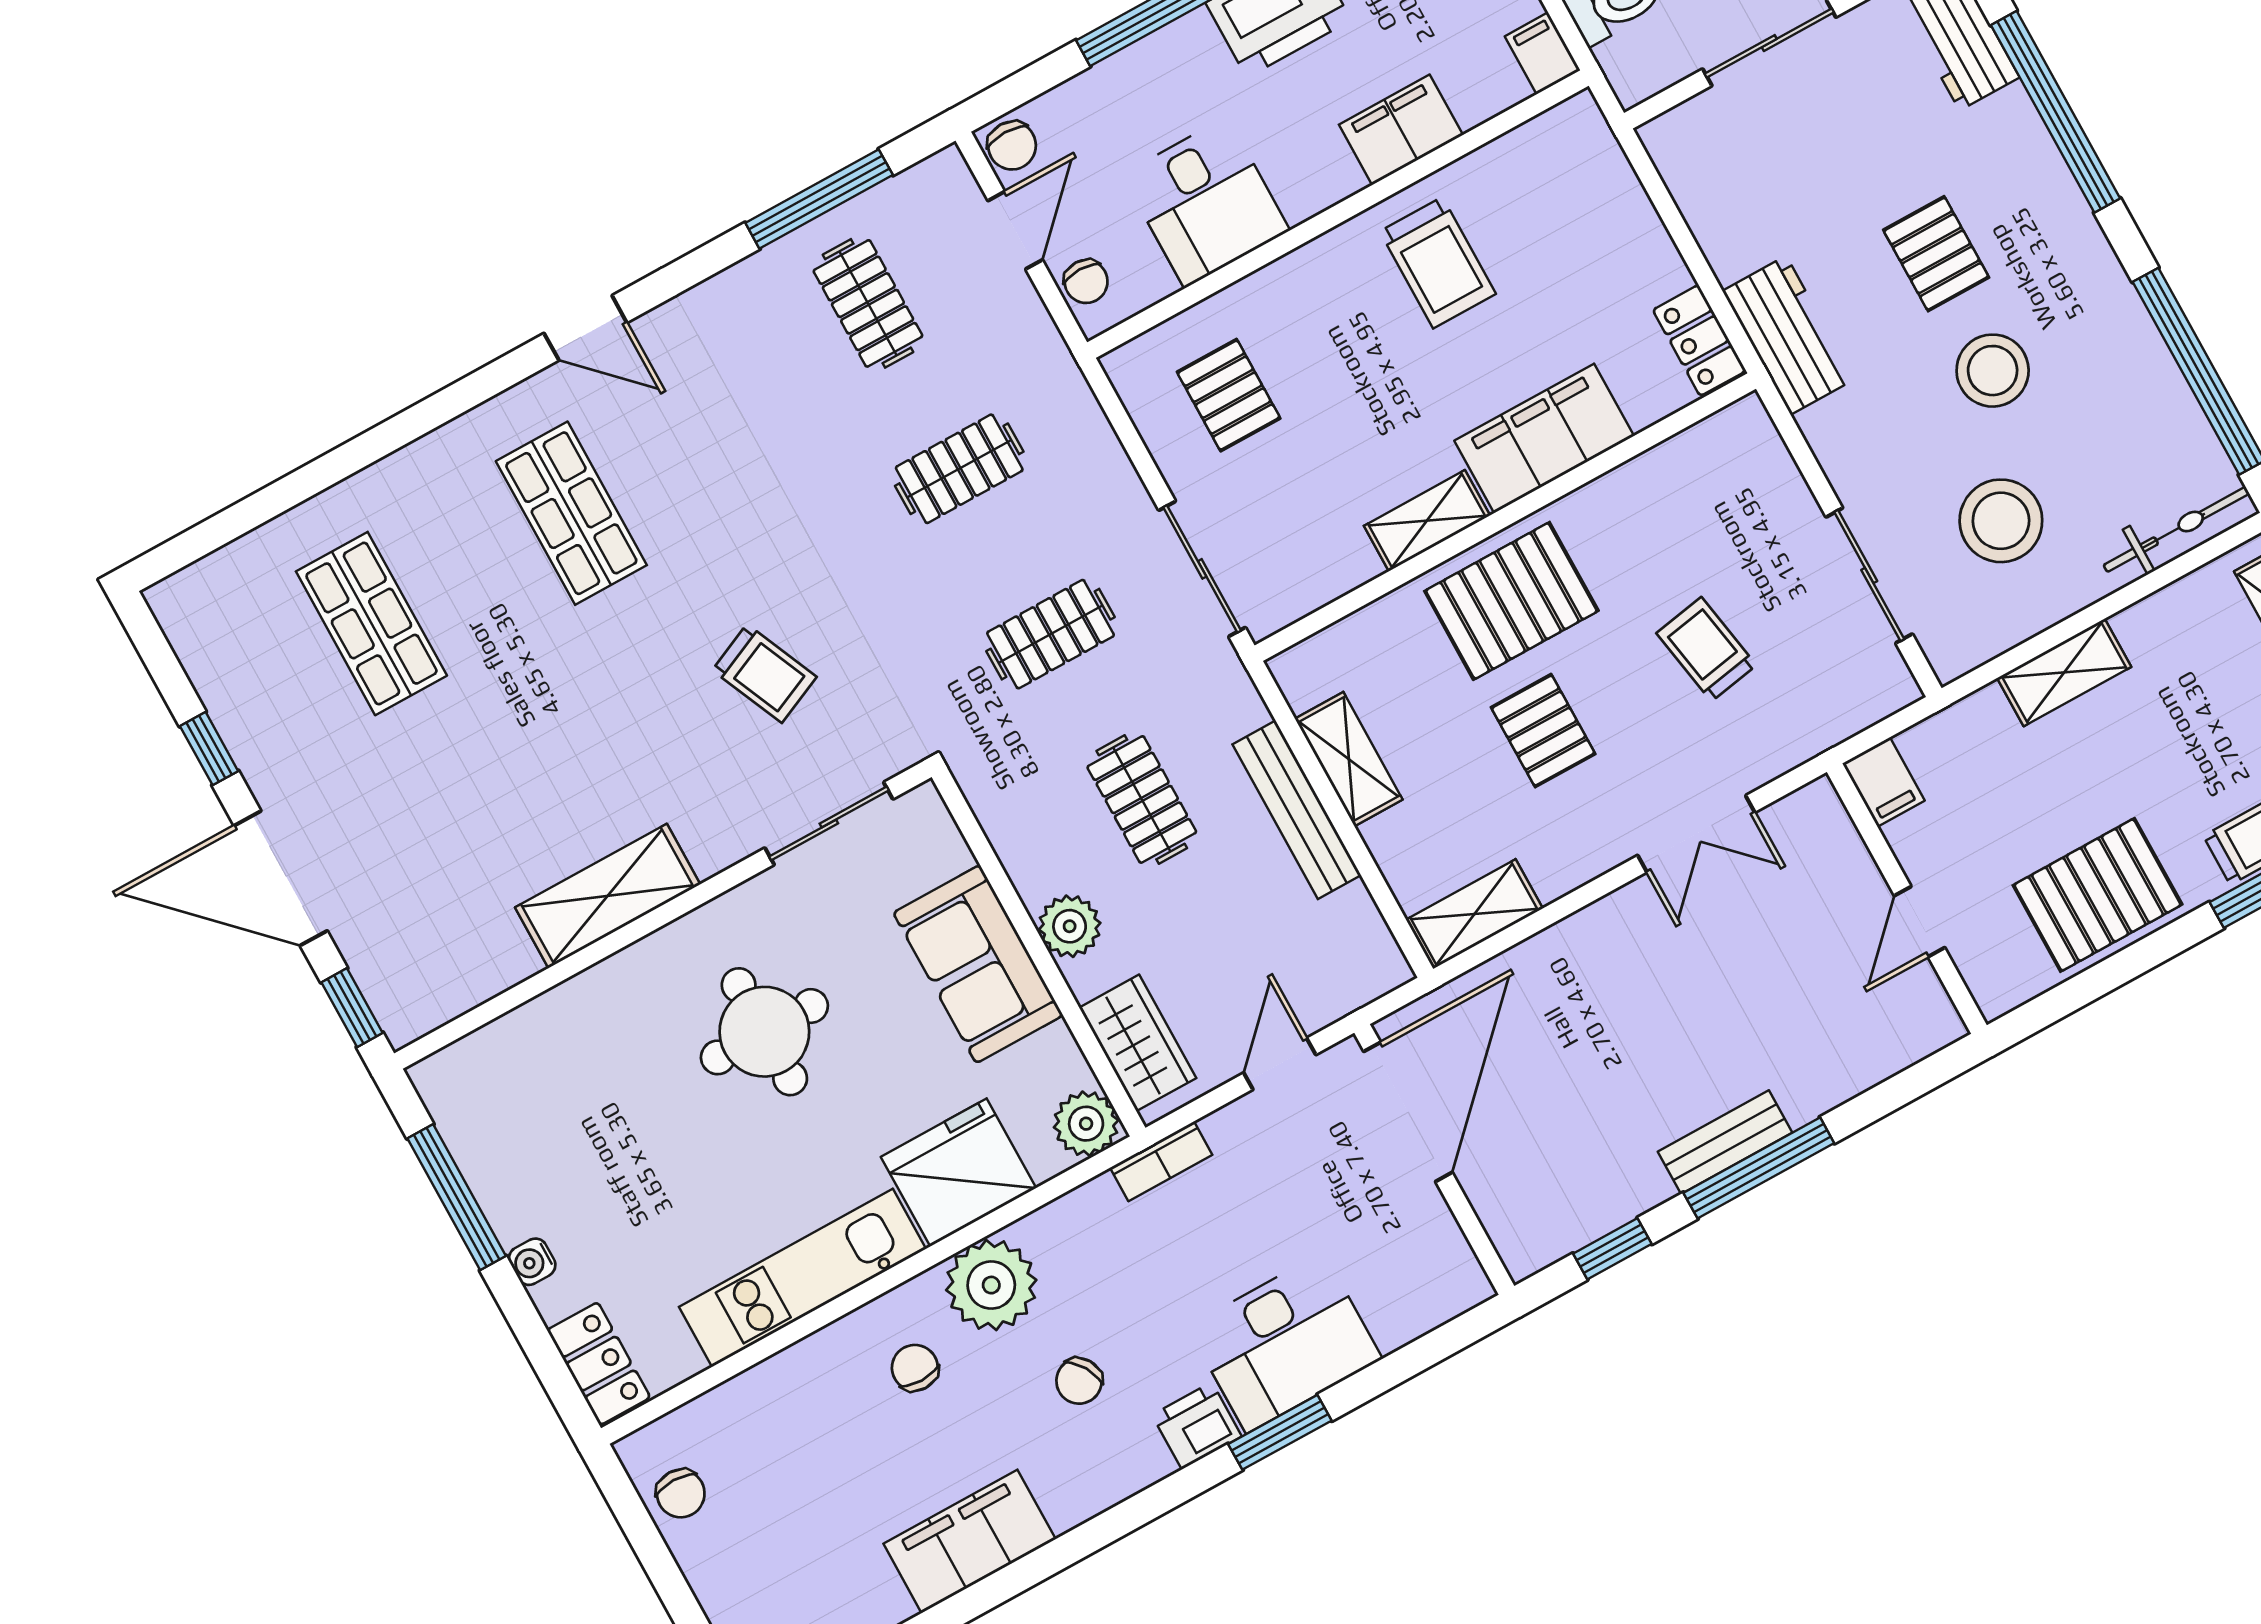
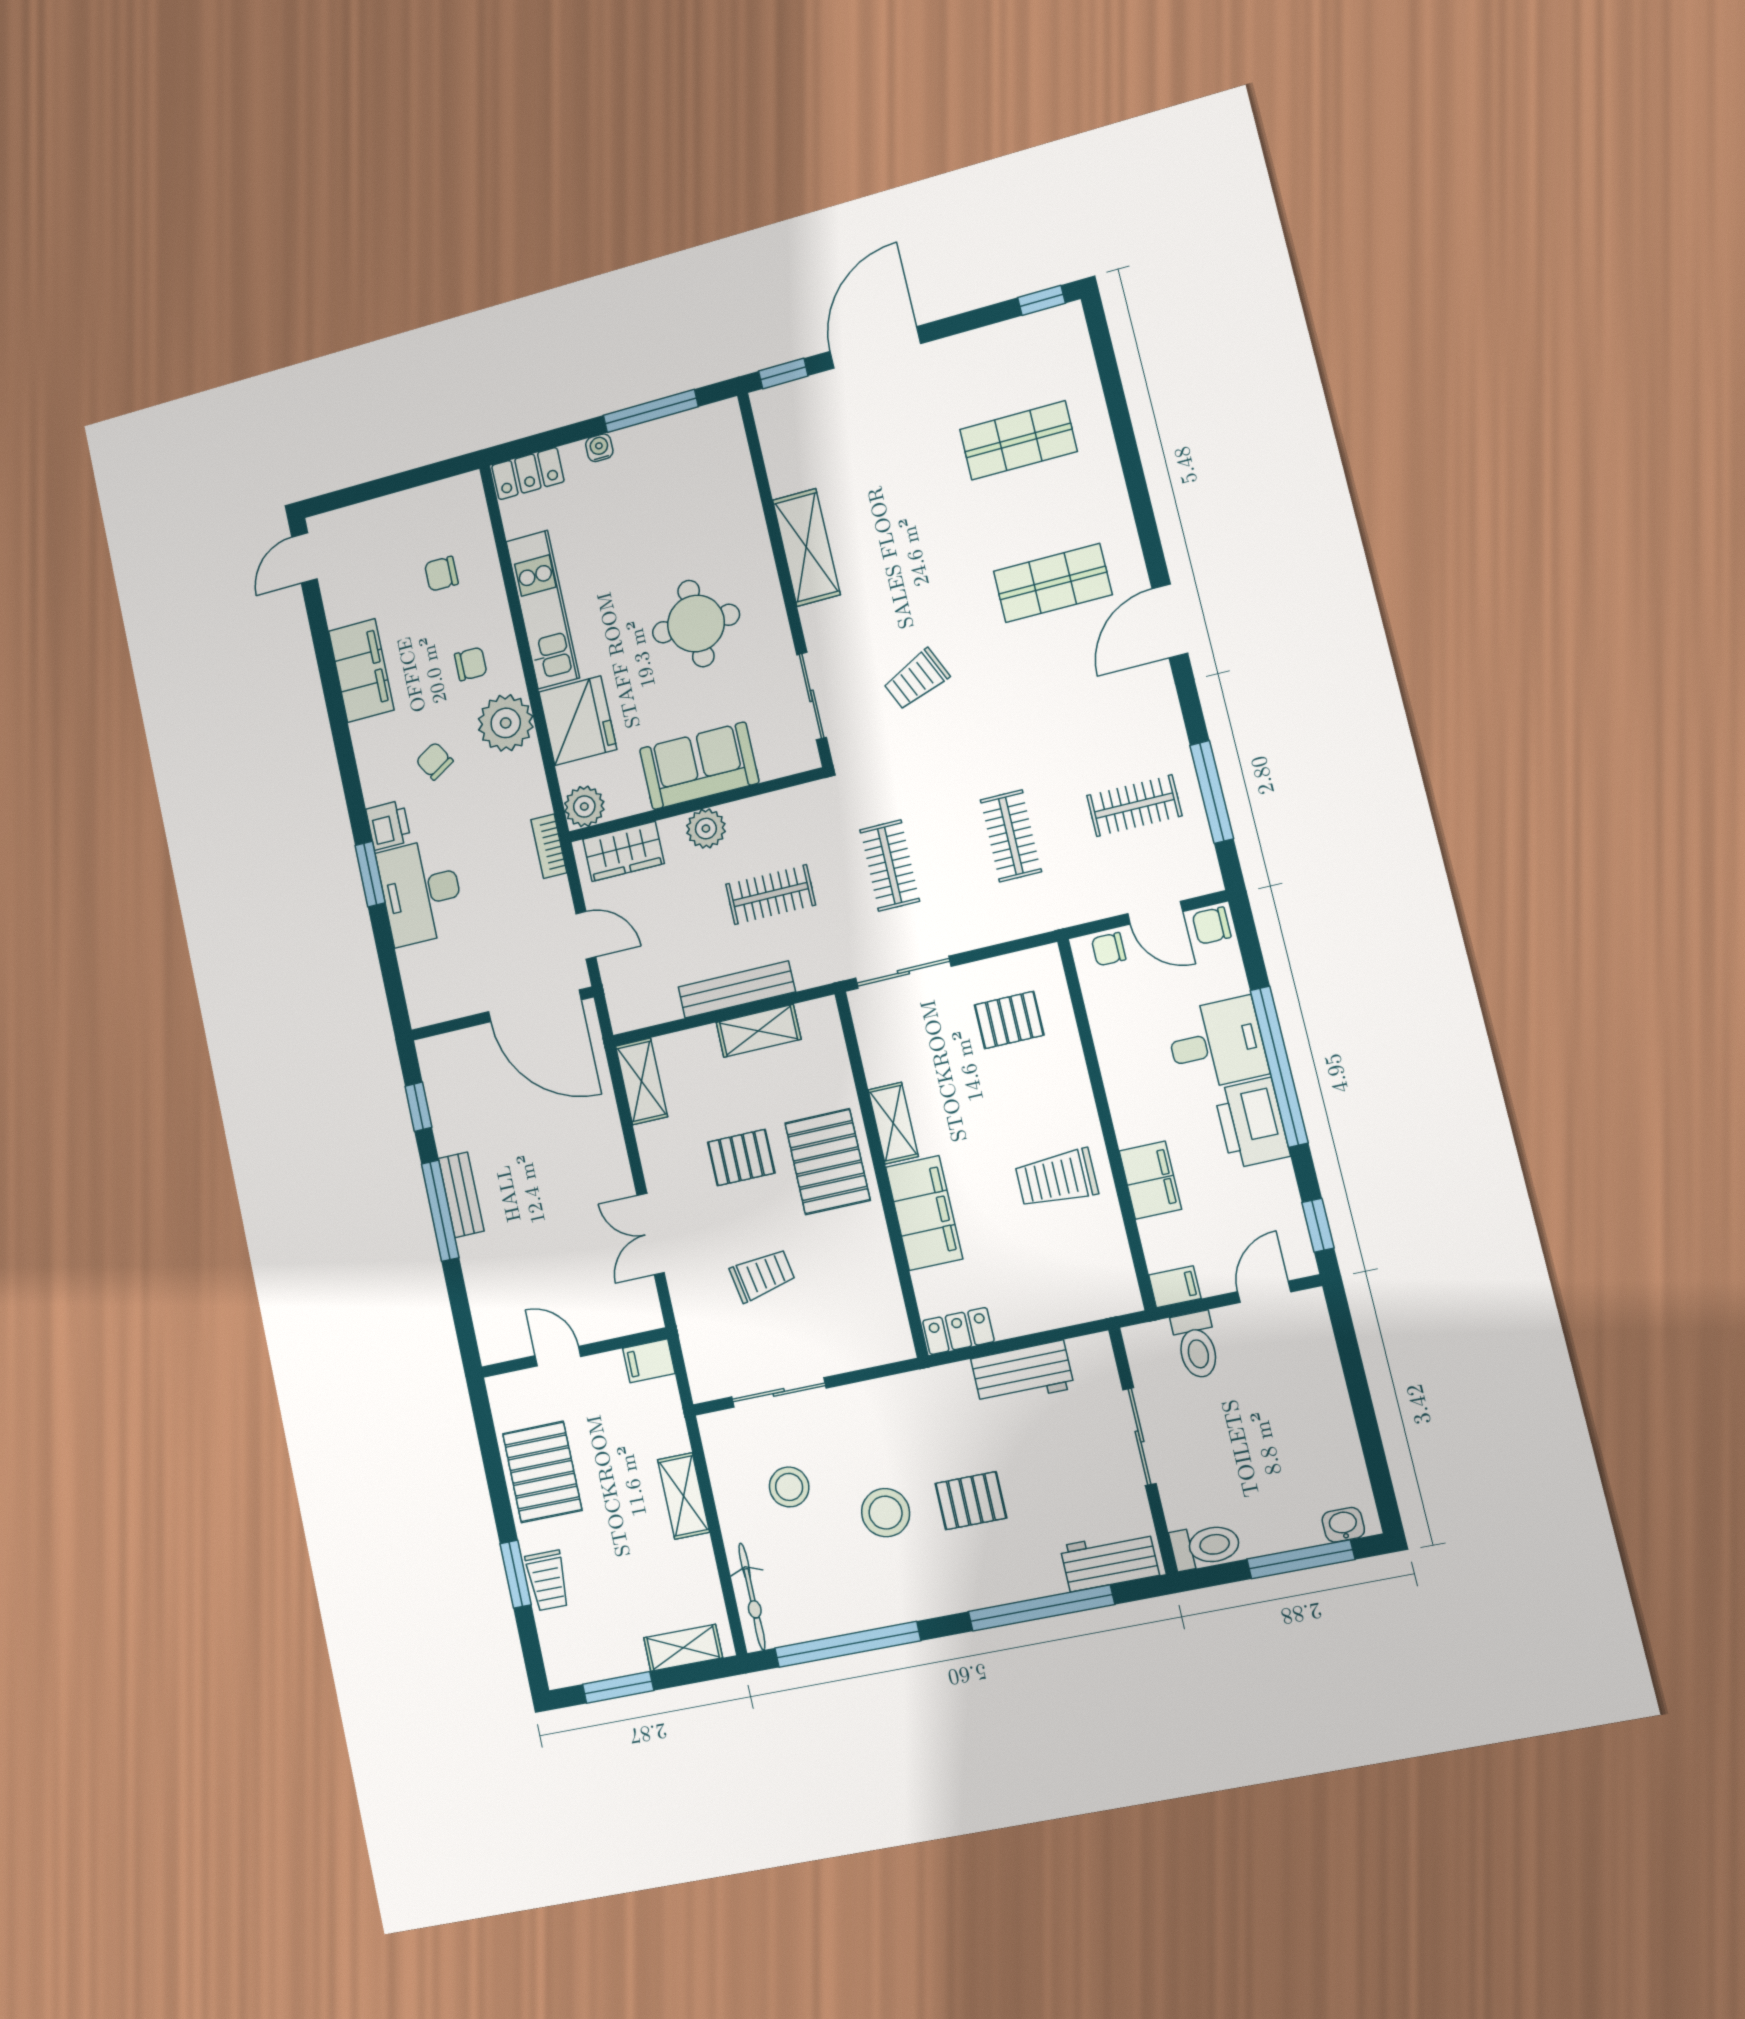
desk: (1206, 202) -> (1217, 1044), moved, turned 180
door: (585, 328) -> (1170, 621), width x1.38
workbench: (1788, 335) -> (1022, 1373), moved
stool: (2001, 521) -> (789, 1487), width x0.73, depth x0.73
window: (209, 749) -> (1041, 300), moved
chair: (681, 1493) -> (441, 574), moved

